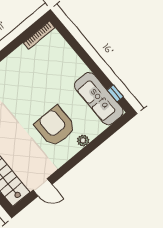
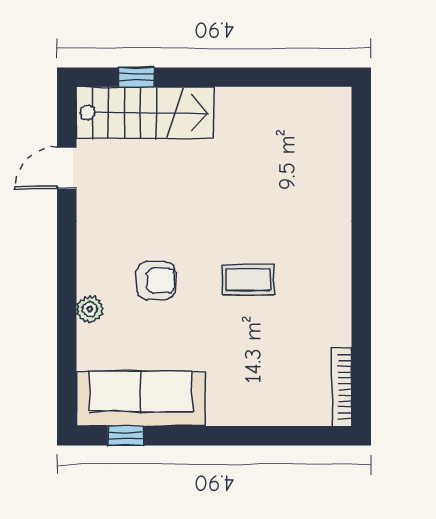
coffee table: (29, 96) -> (248, 280), added
armchair: (55, 126) -> (156, 280), width x0.53, depth x0.53

